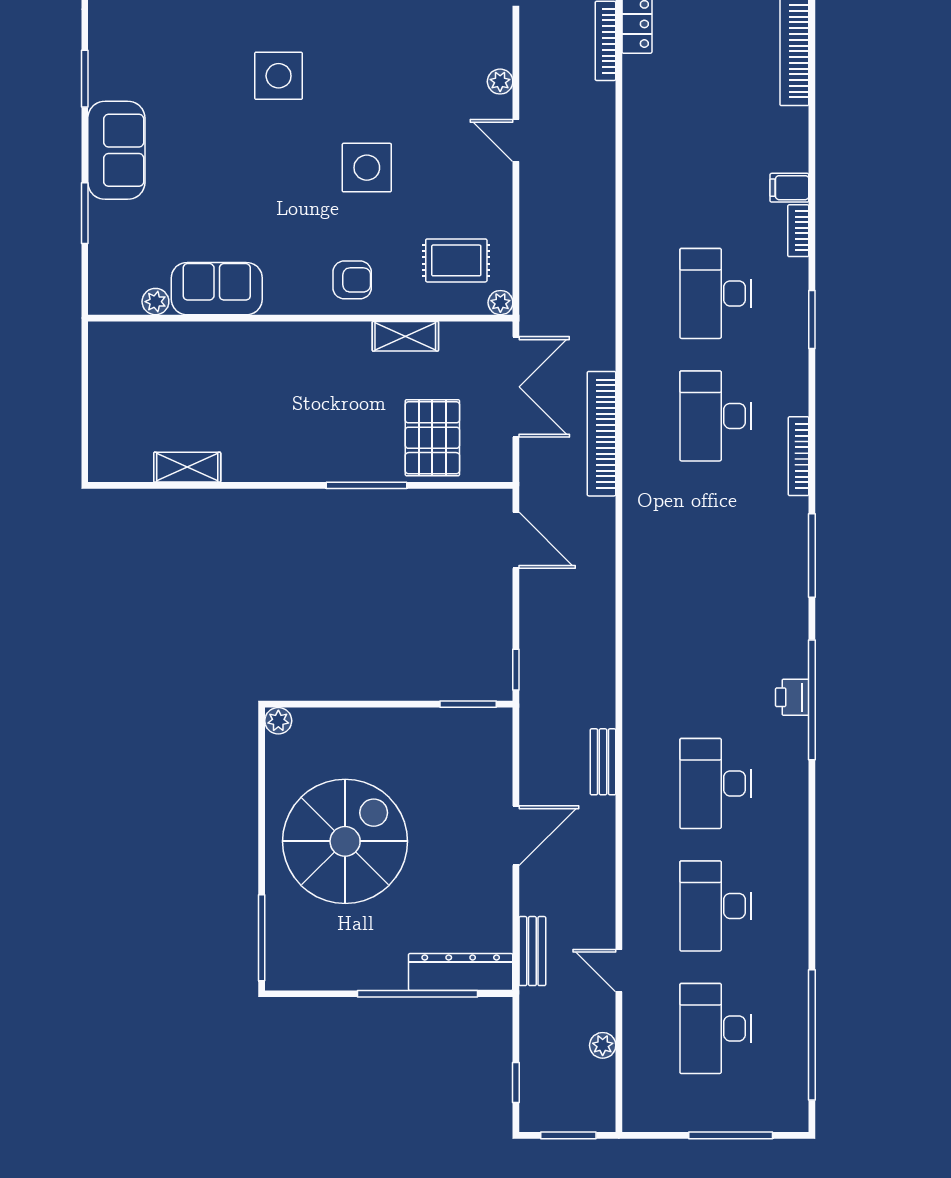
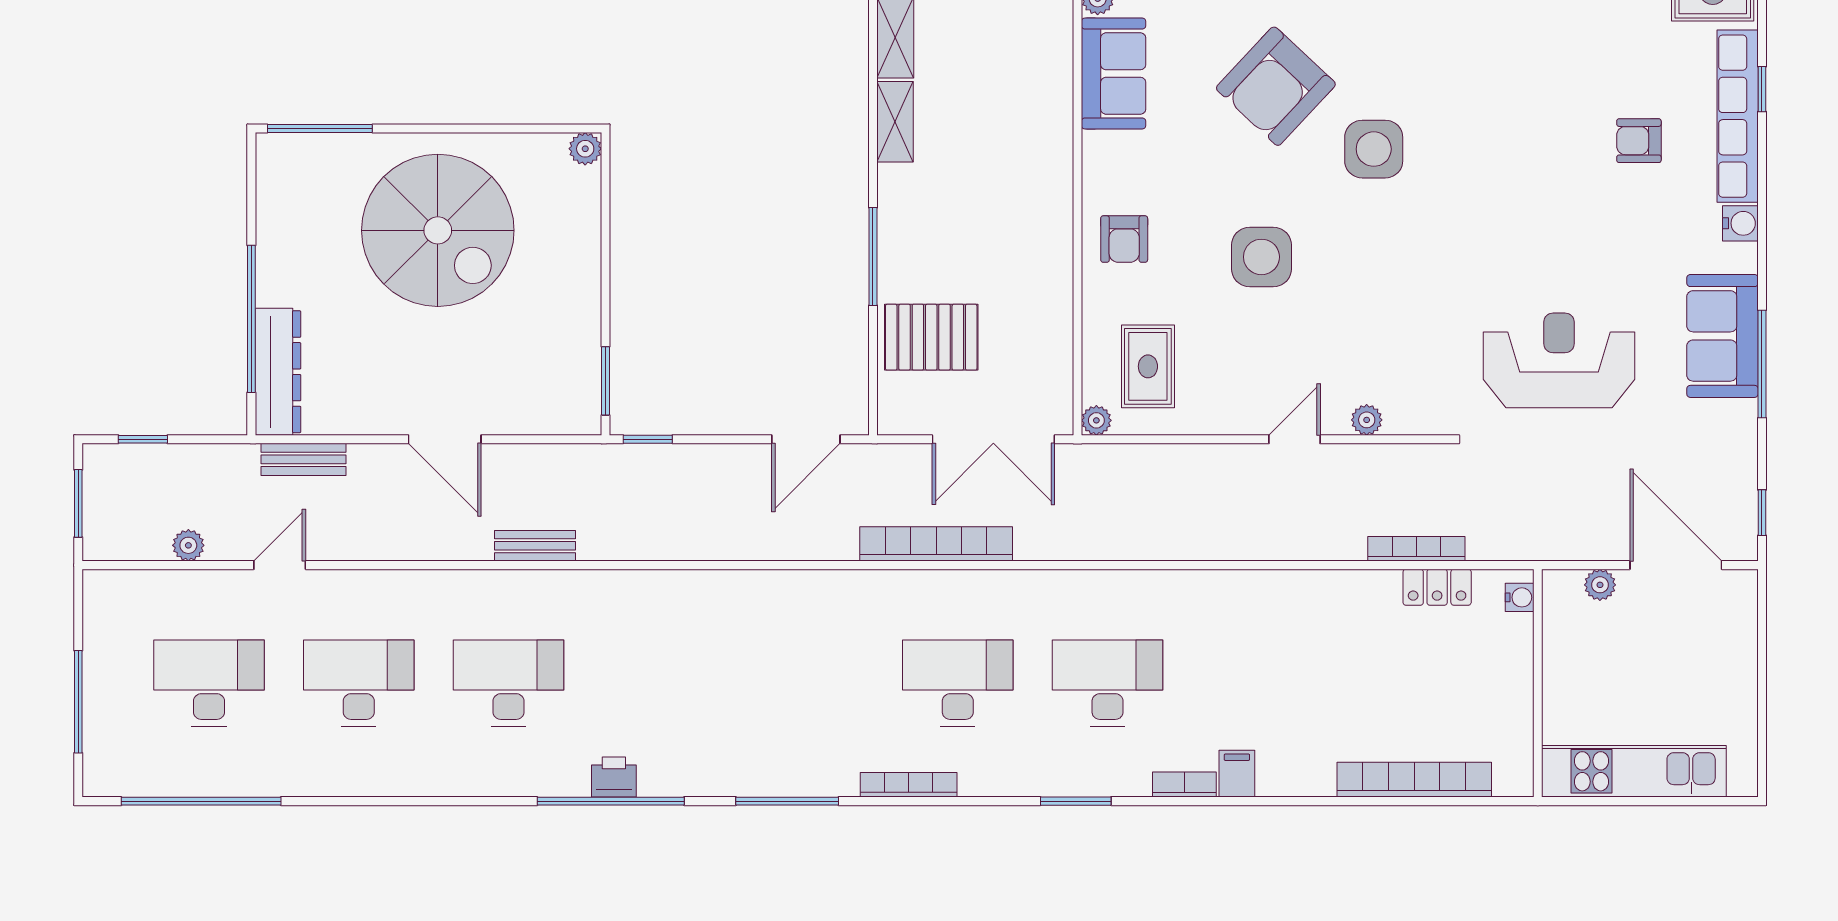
armchair: (227, 156) -> (1276, 86), added
shelving: (405, 336) -> (895, 122), moved

